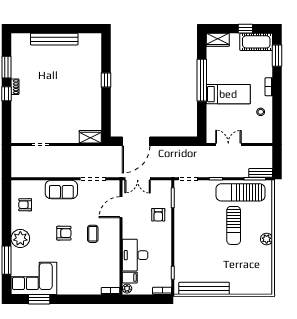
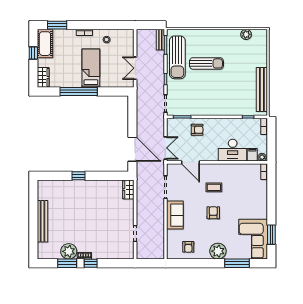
plant: (20, 69) -> (69, 251), added
plant: (267, 239) -> (246, 34), moved

